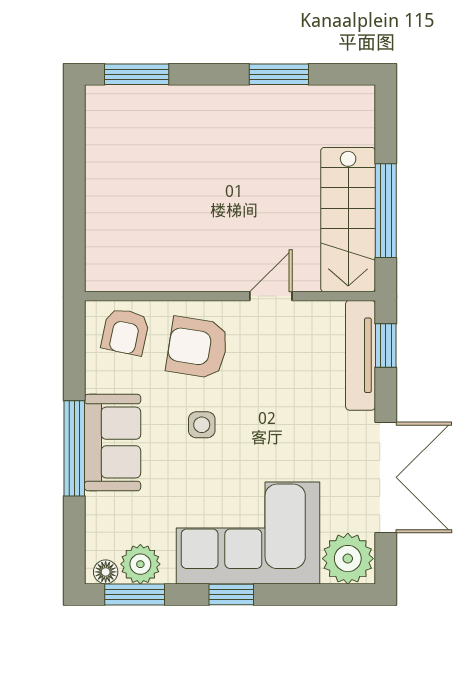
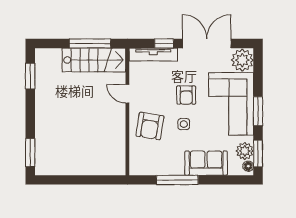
window: (279, 74) -> (30, 76), moved
armchair: (125, 332) -> (186, 95), moved, turned 78
window: (386, 346) -> (164, 43), moved
sofa: (113, 443) -> (206, 163), moved
window: (74, 448) -> (177, 180), moved
window: (231, 594) -> (258, 111), width x1.50

